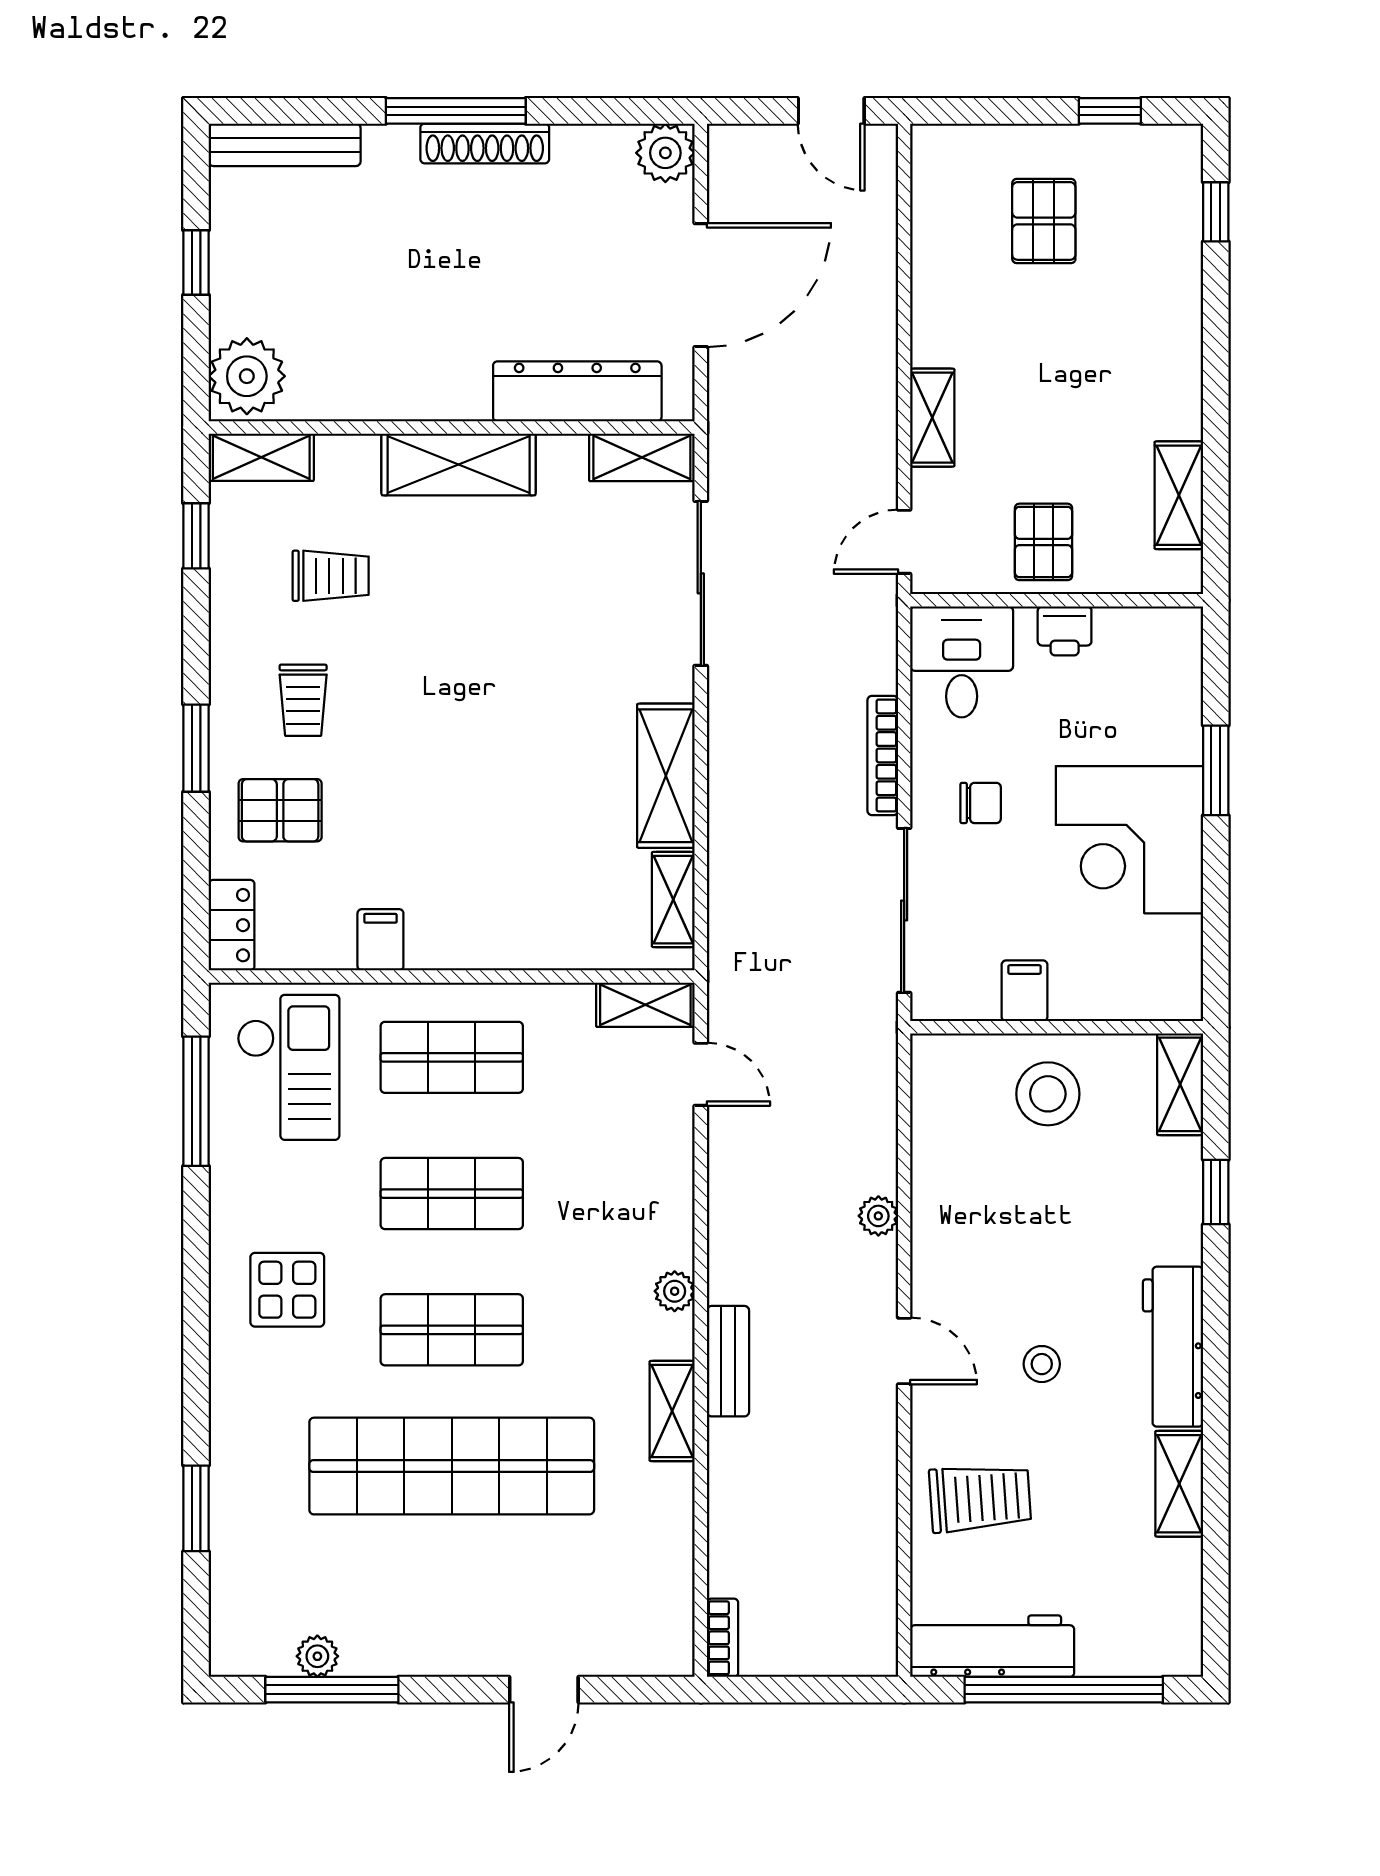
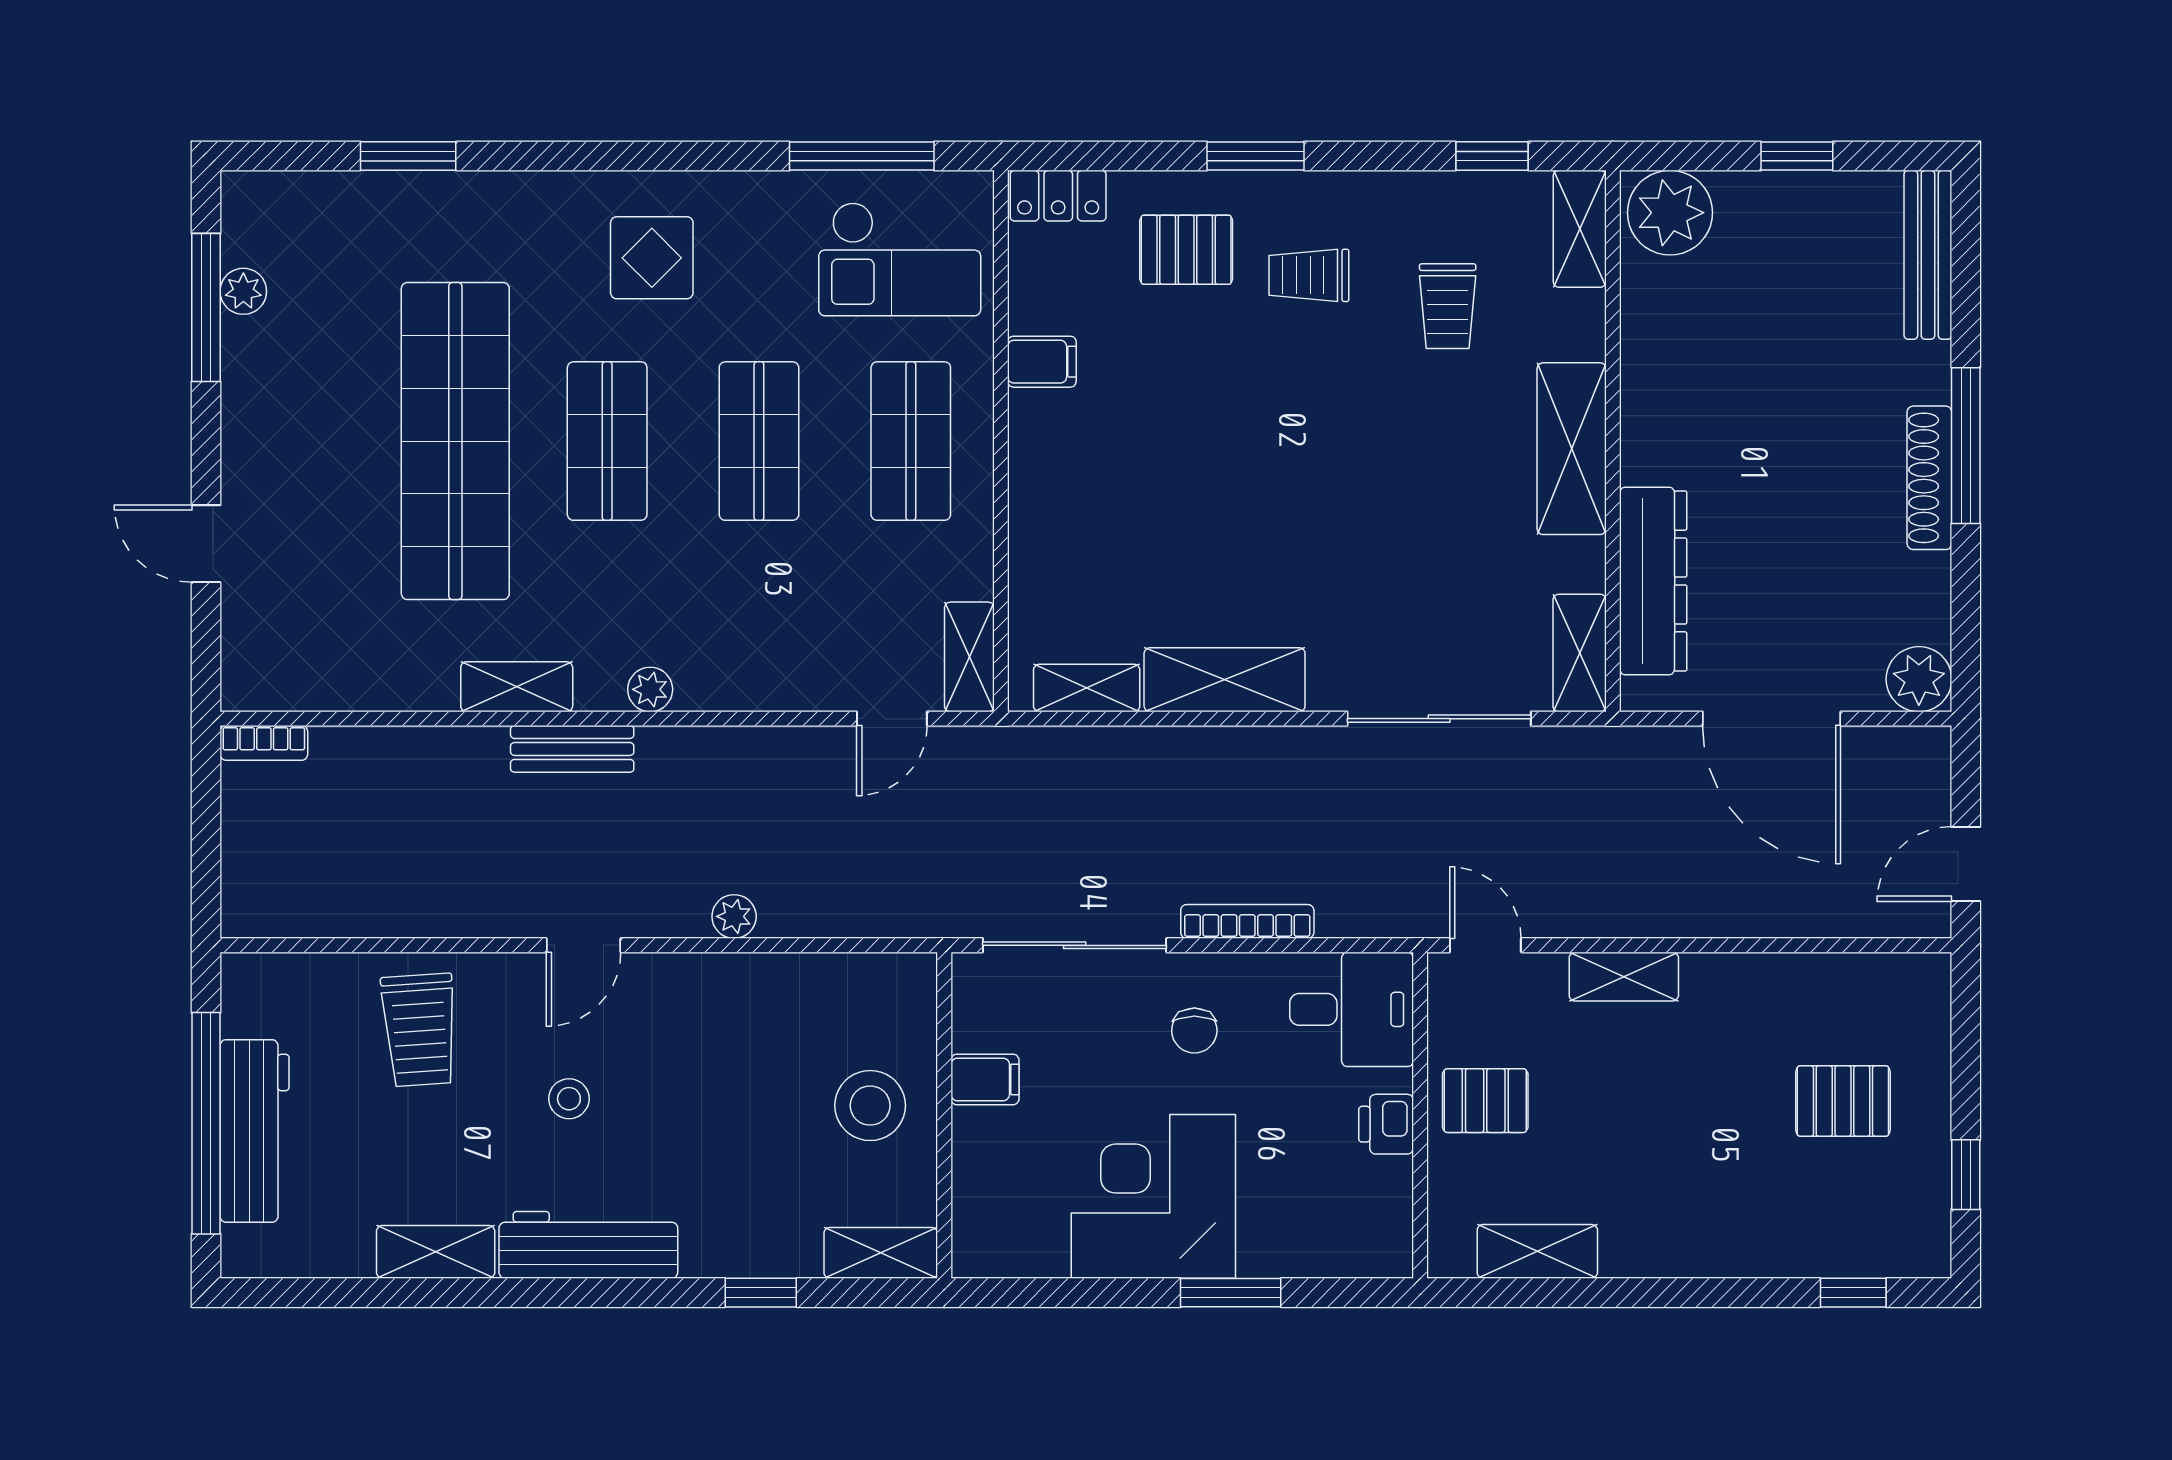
pallet: (280, 810) -> (1186, 250), turned 90
workbench: (992, 1646) -> (255, 1131), moved

